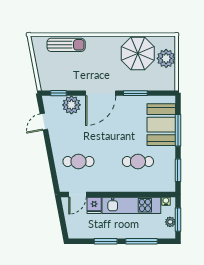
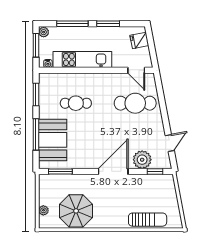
sun lounger: (66, 45) -> (148, 220), turned 180
plant: (166, 58) -> (43, 210), width x0.53, depth x0.53
window: (135, 93) -> (60, 171), moved
cafe table: (78, 162) -> (135, 103), width x1.37, depth x1.35
door: (77, 194) -> (136, 70), swing flipped
fridge: (94, 205) -> (139, 40), moved, turned -101
plant: (170, 222) -> (44, 32), moved

